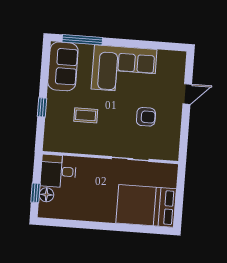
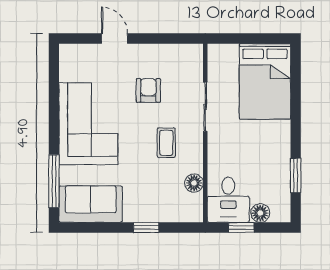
coffee table: (86, 115) -> (166, 143), moved
floor lamp: (73, 146) -> (194, 183), added
window: (36, 193) -> (241, 227), moved
window: (73, 224) -> (296, 175), added

